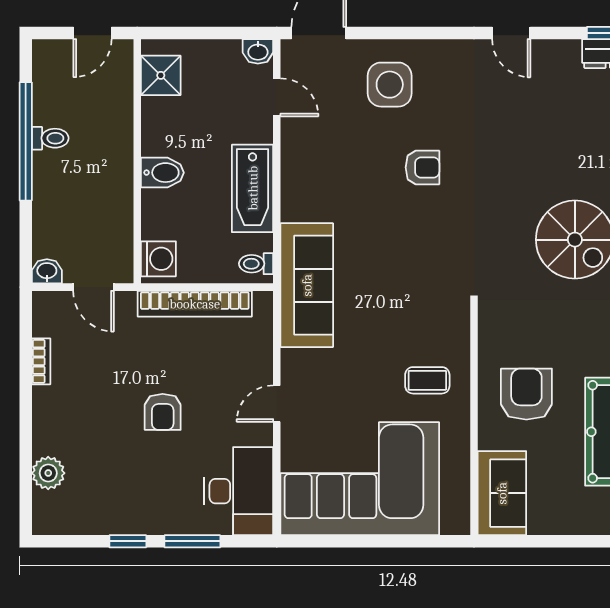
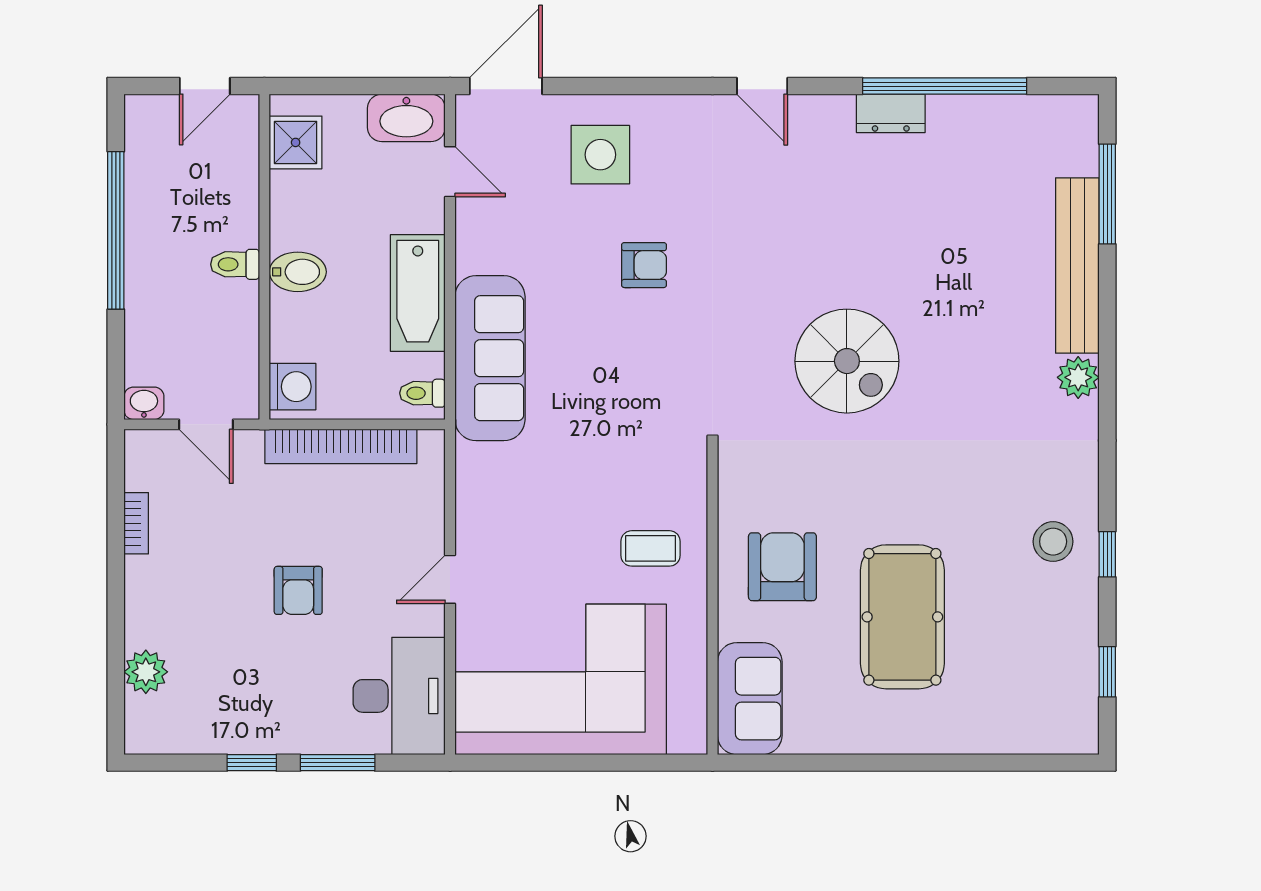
washbasin: (258, 51) -> (406, 118), width x1.91, depth x1.45
toilet: (50, 138) -> (235, 264), moved, turned 180
sofa: (307, 285) -> (490, 358), moved

